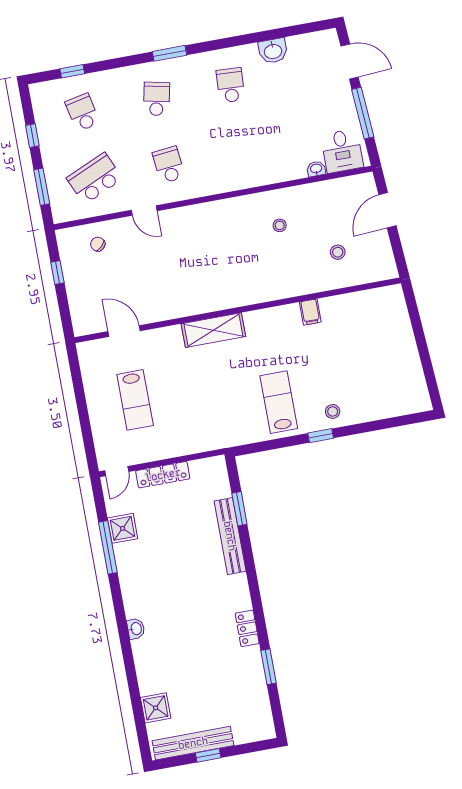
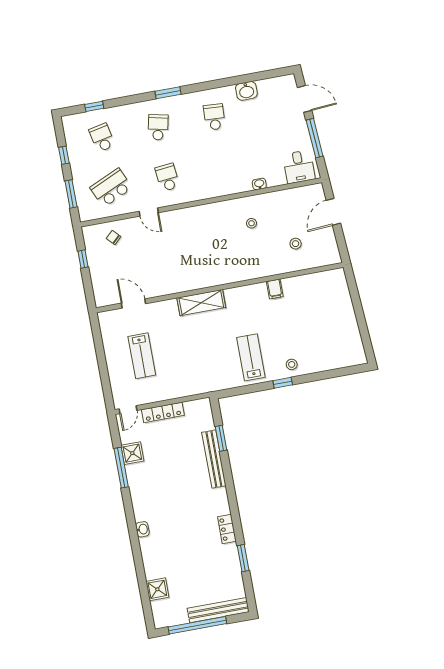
washbasin: (316, 169) -> (259, 184), moved
bench: (193, 743) -> (218, 610), moved
window: (208, 755) -> (197, 625), width x3.17

